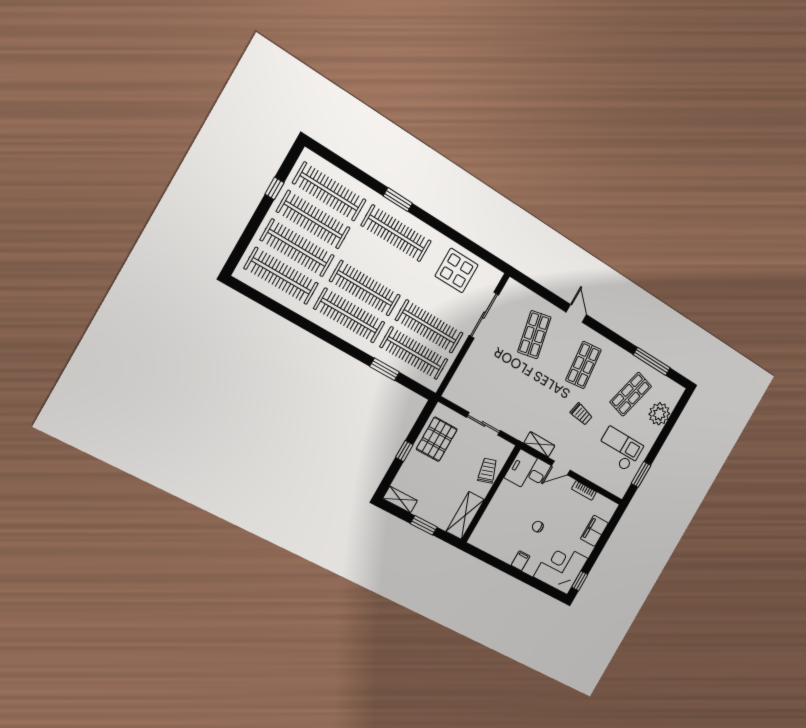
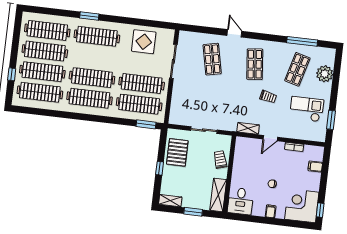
window: (274, 188) -> (12, 74), moved
window: (385, 369) -> (146, 124), moved
desk: (527, 471) -> (241, 201), moved, turned -90
filing cabinet: (594, 531) -> (315, 167), width x0.50

